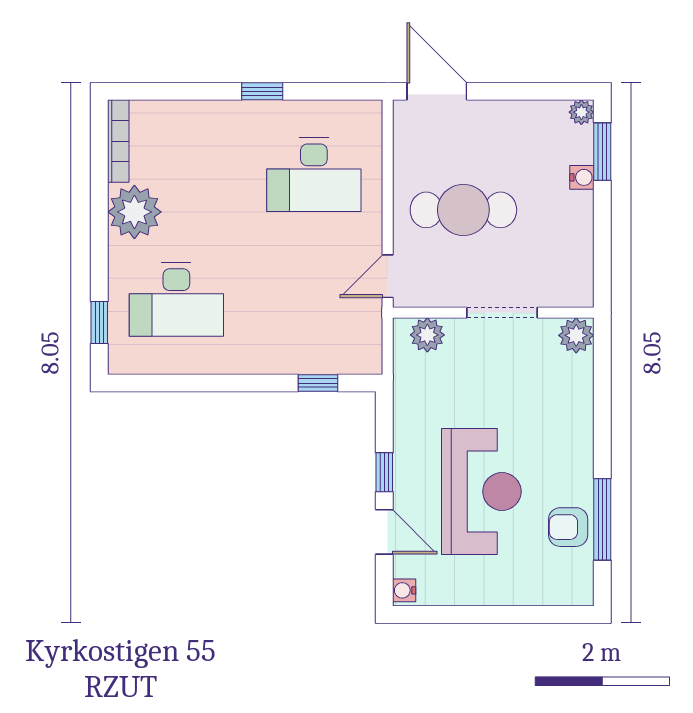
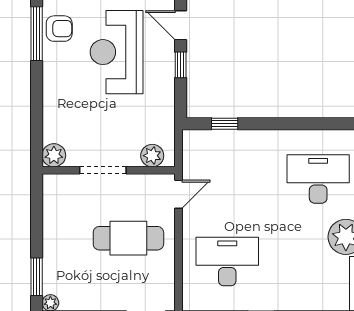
water cooler: (582, 177) -> (50, 260), removed

